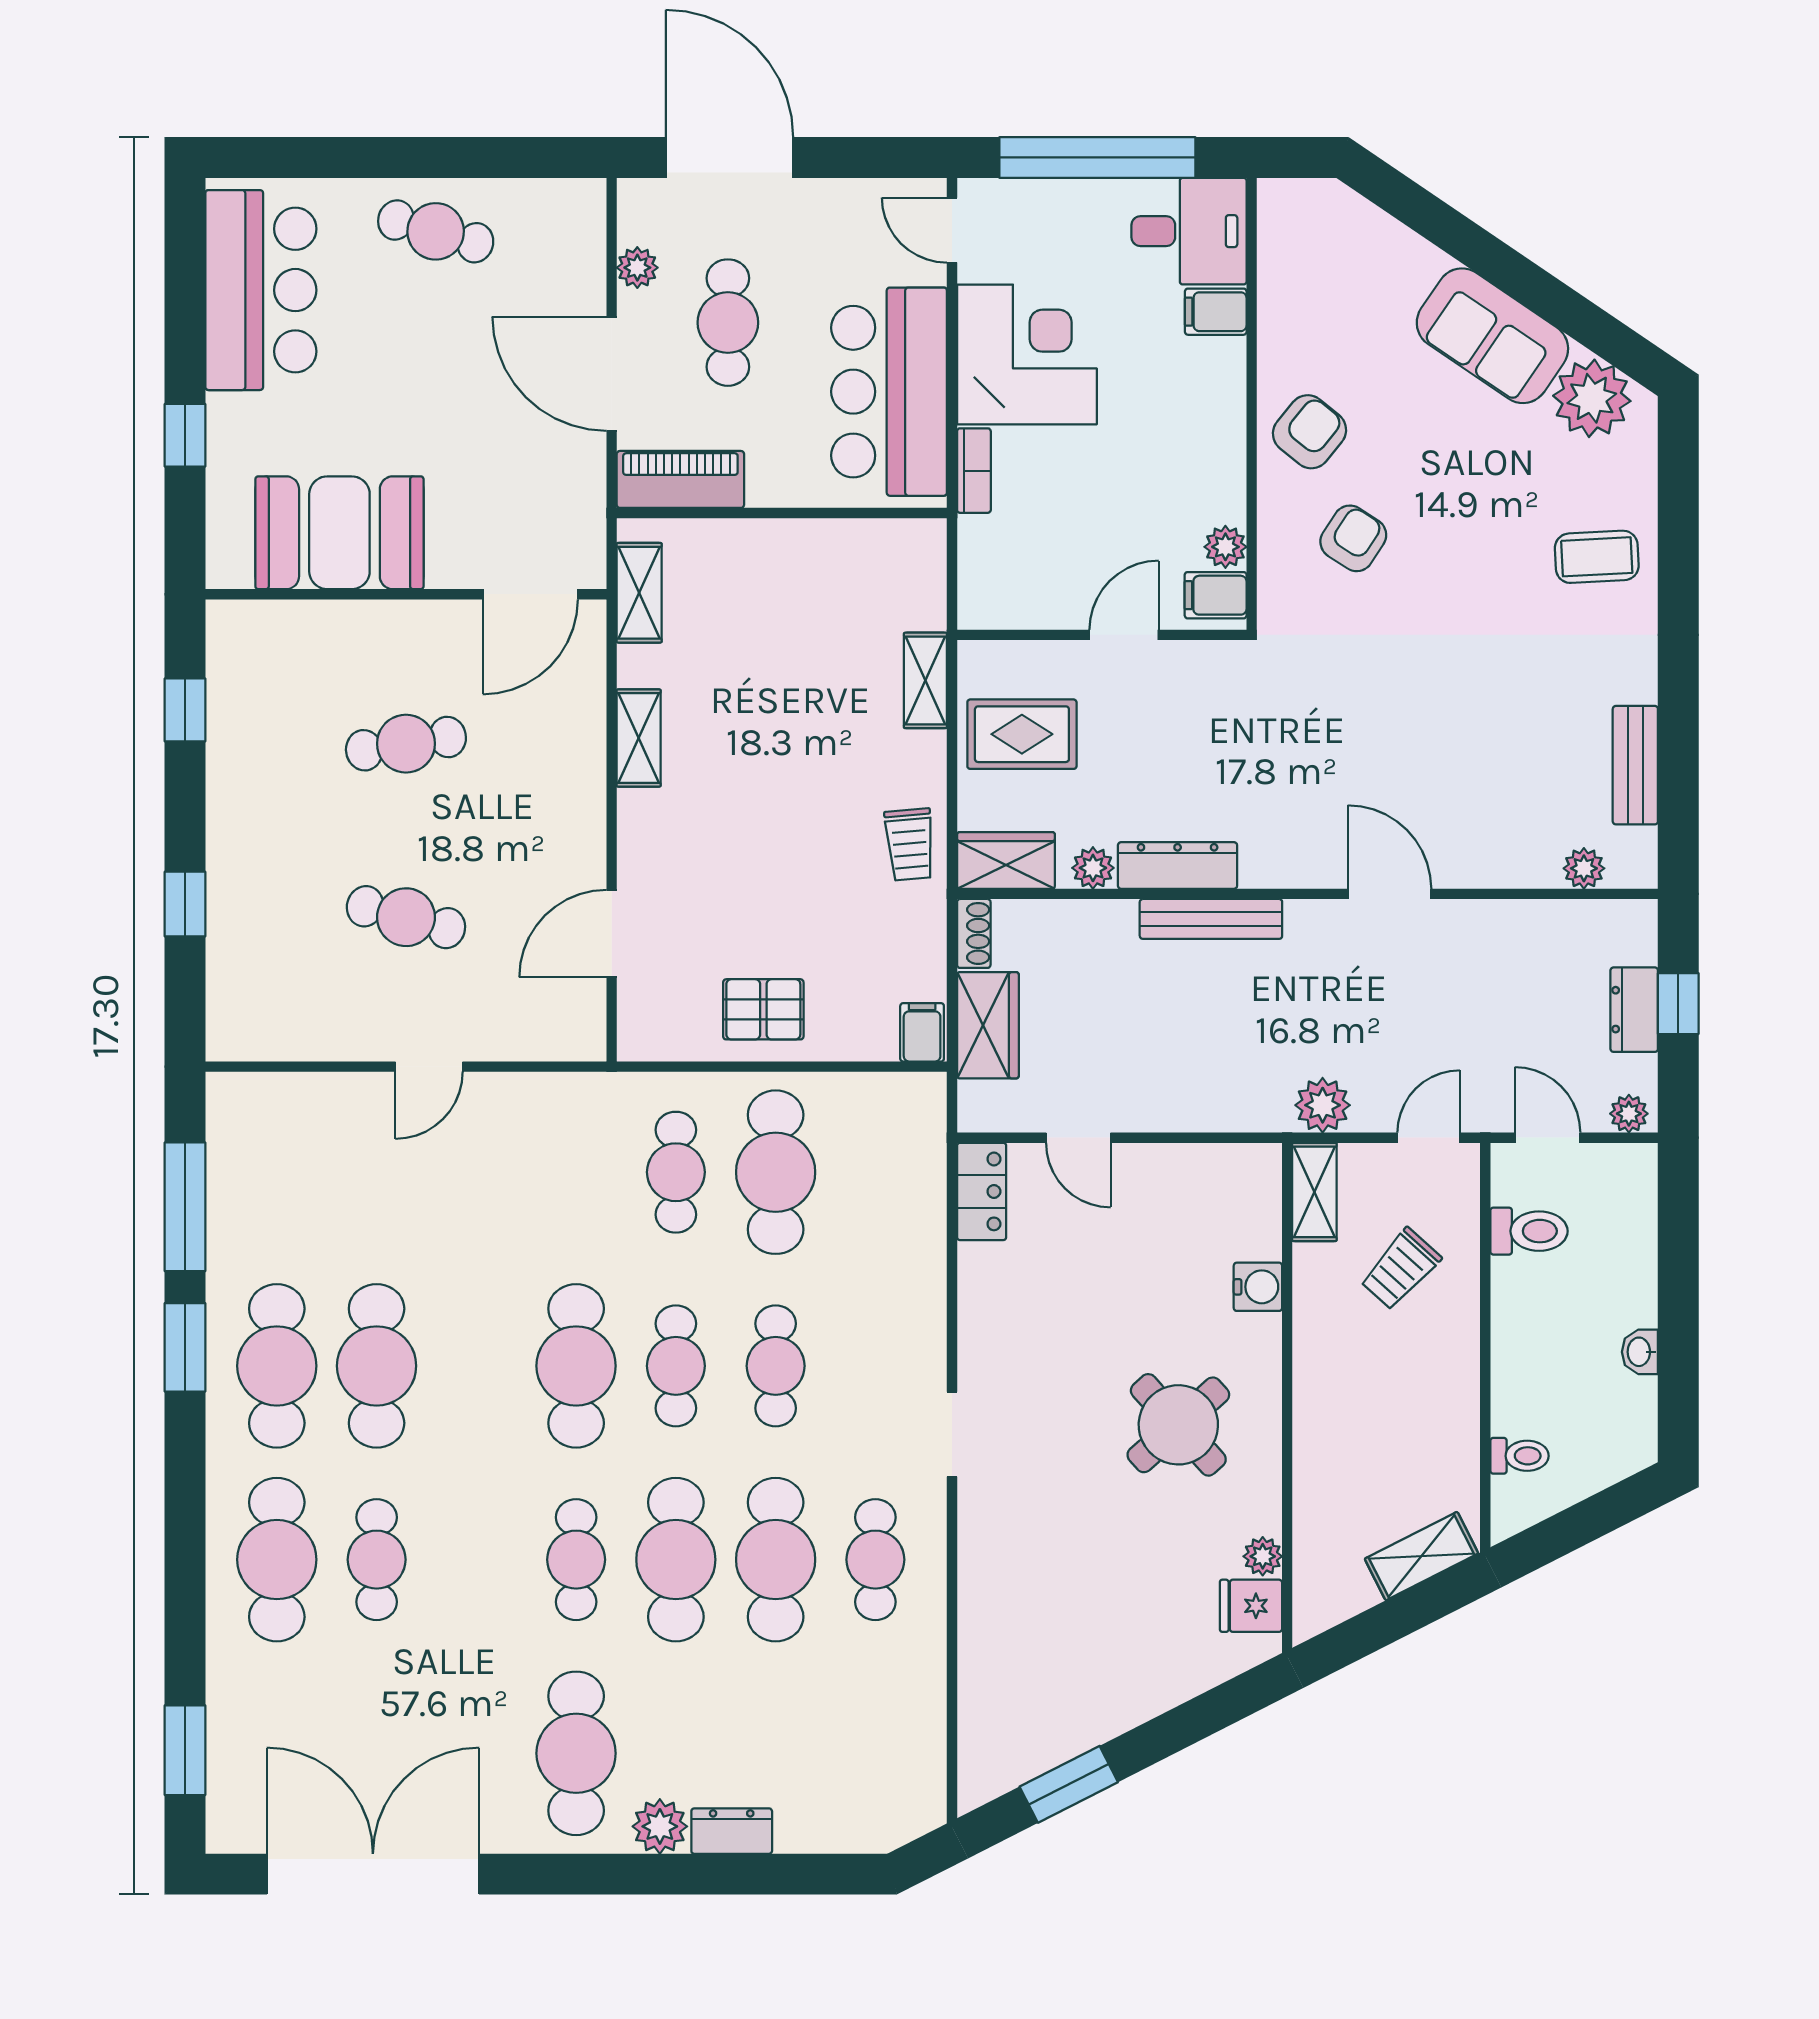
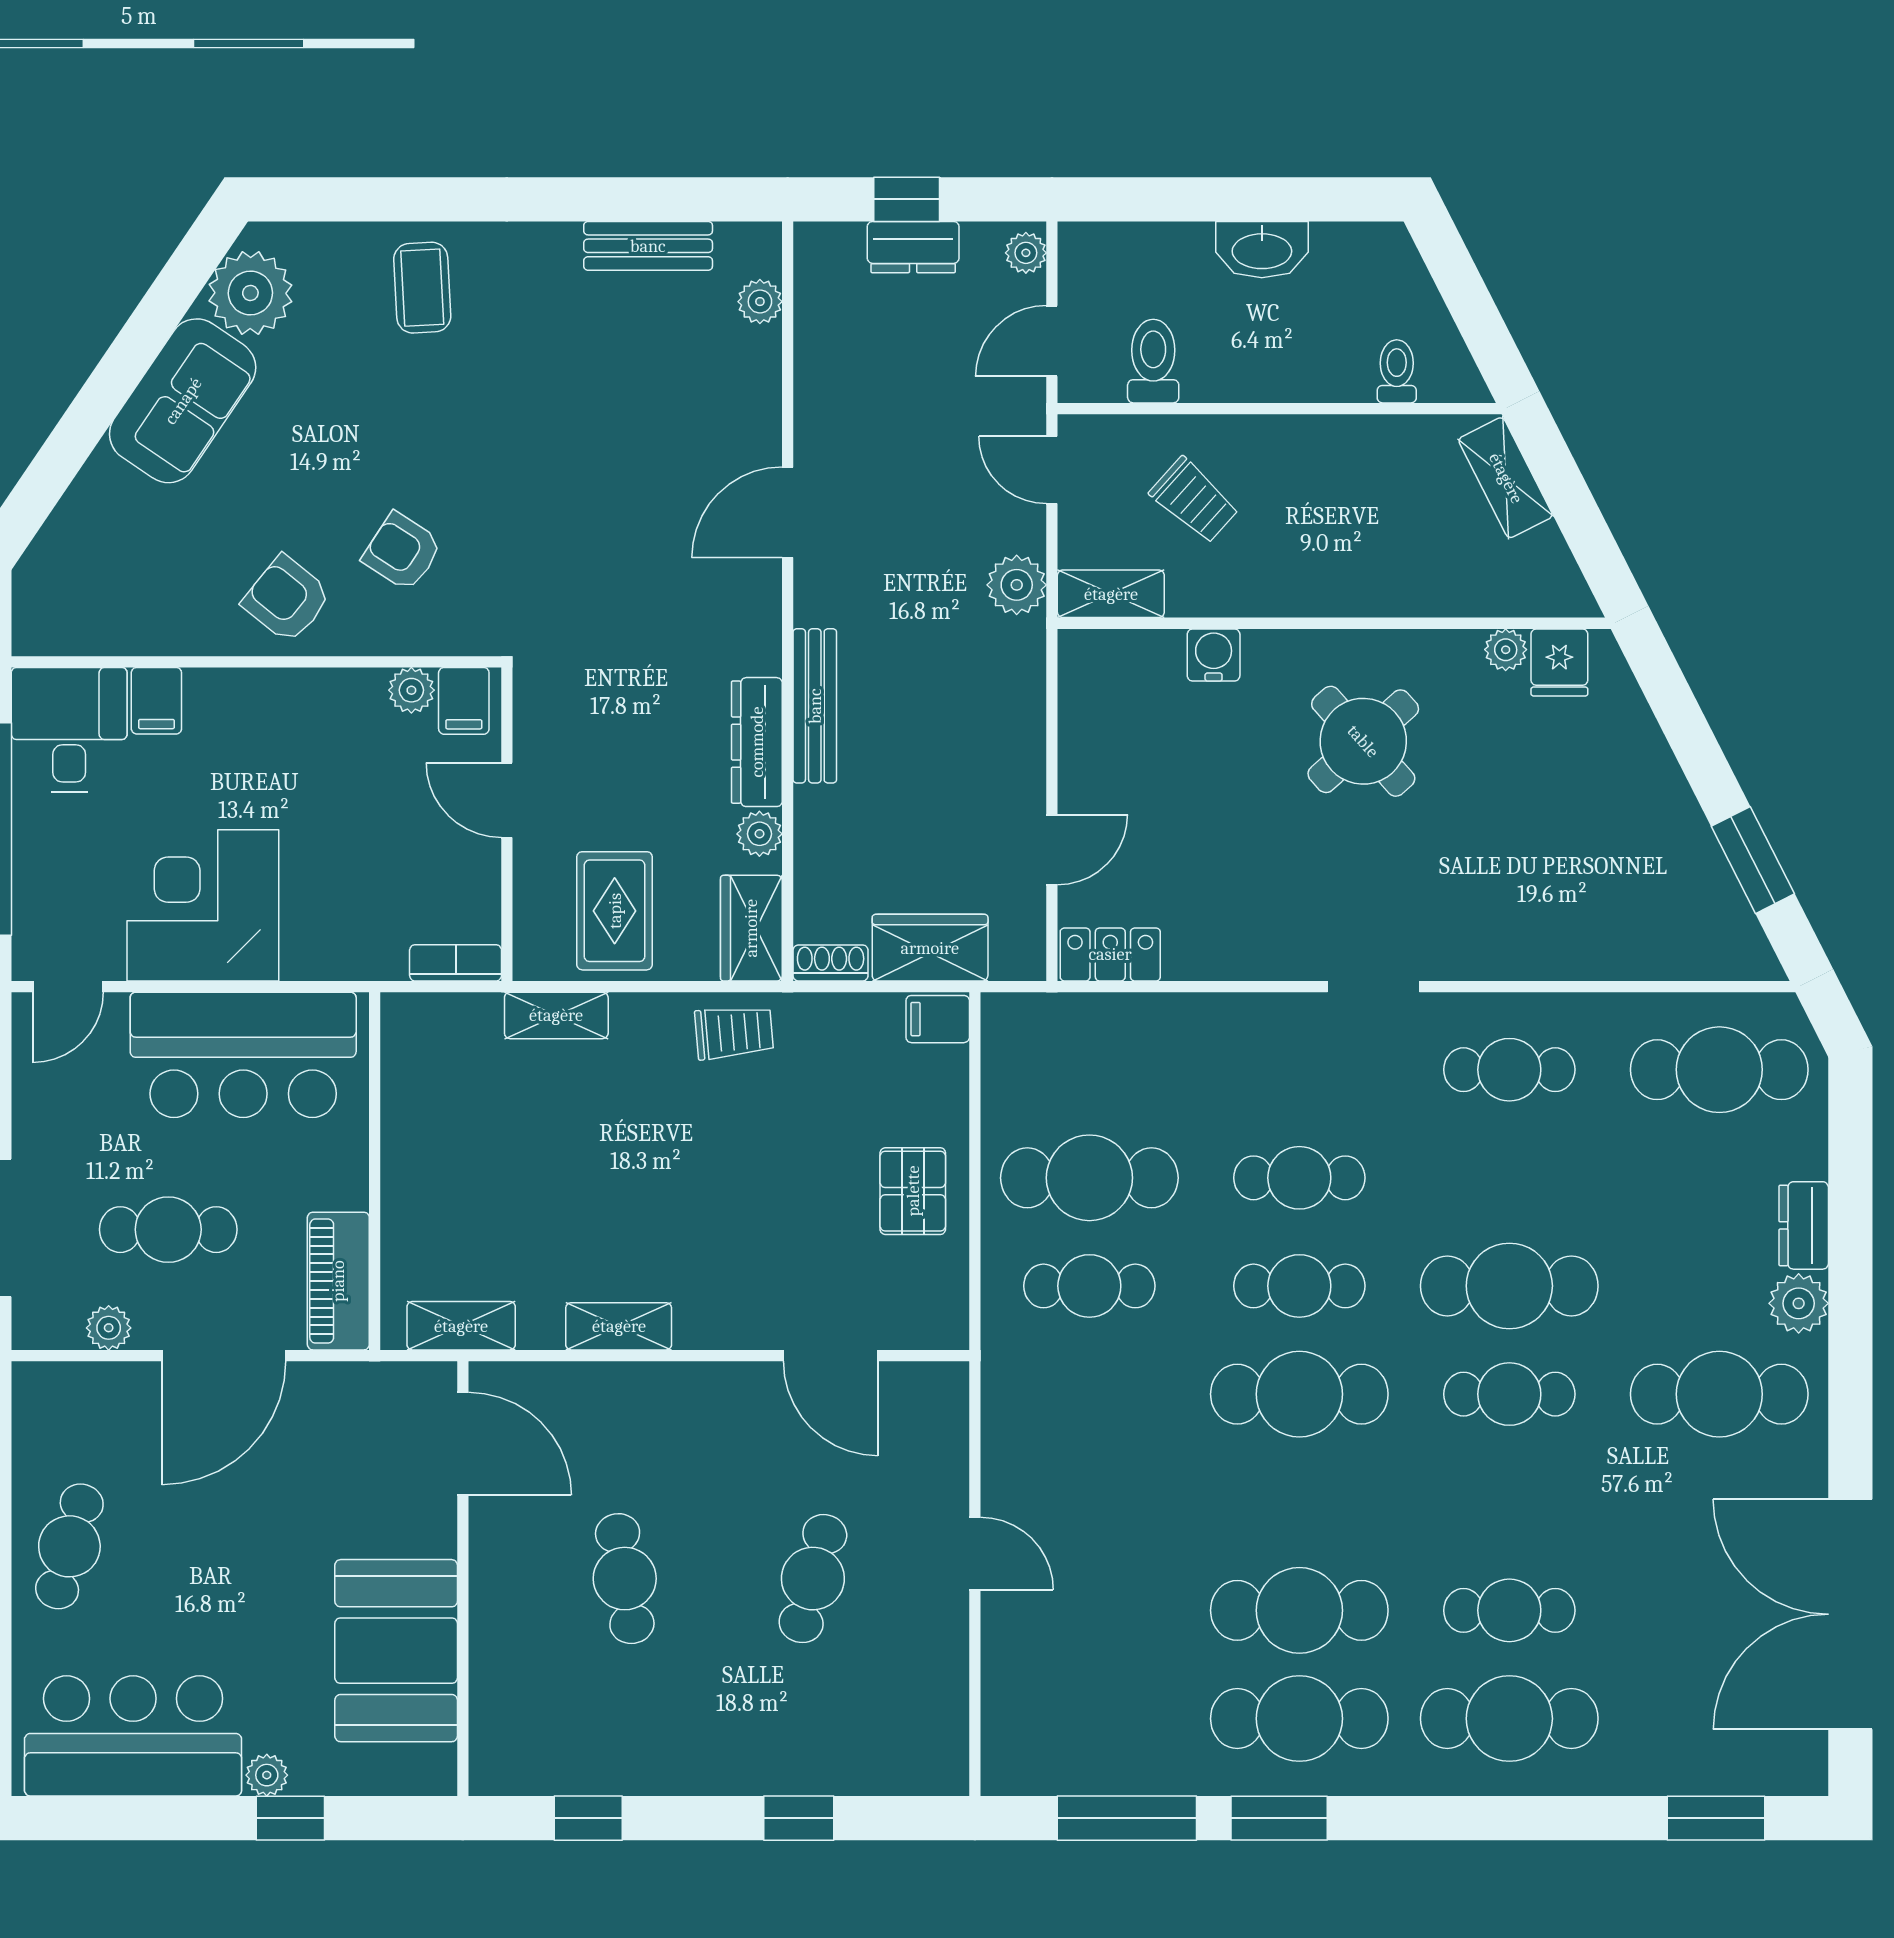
plant: (225, 413) -> (267, 1775), added
bookcase: (974, 471) -> (456, 963), moved
washbasin: (1640, 1352) -> (1262, 250), width x1.91, depth x1.45
cafe table: (776, 1560) -> (1719, 1070), moved

